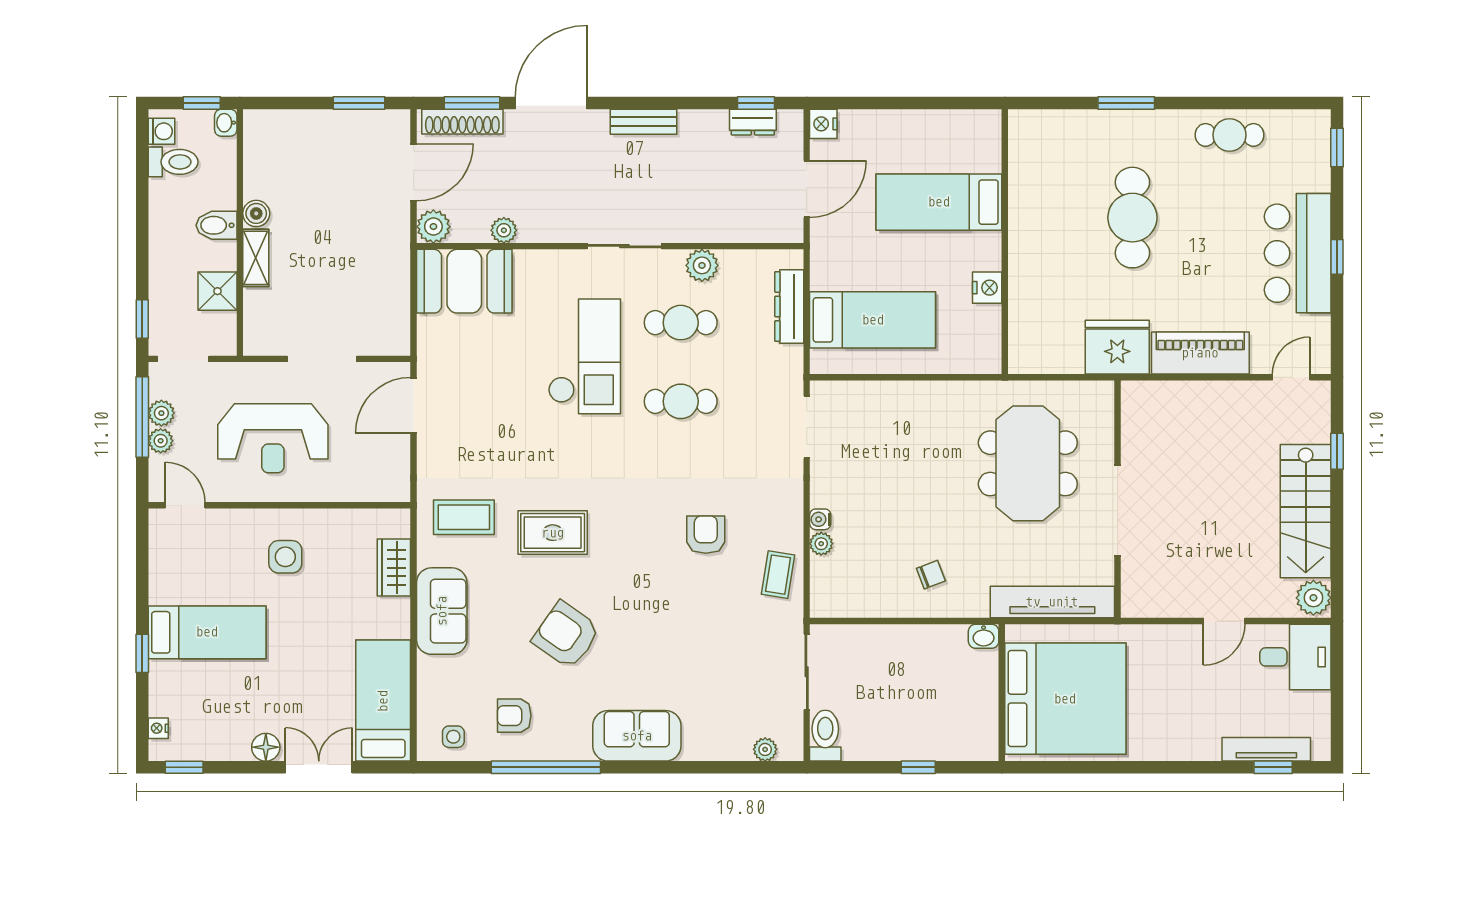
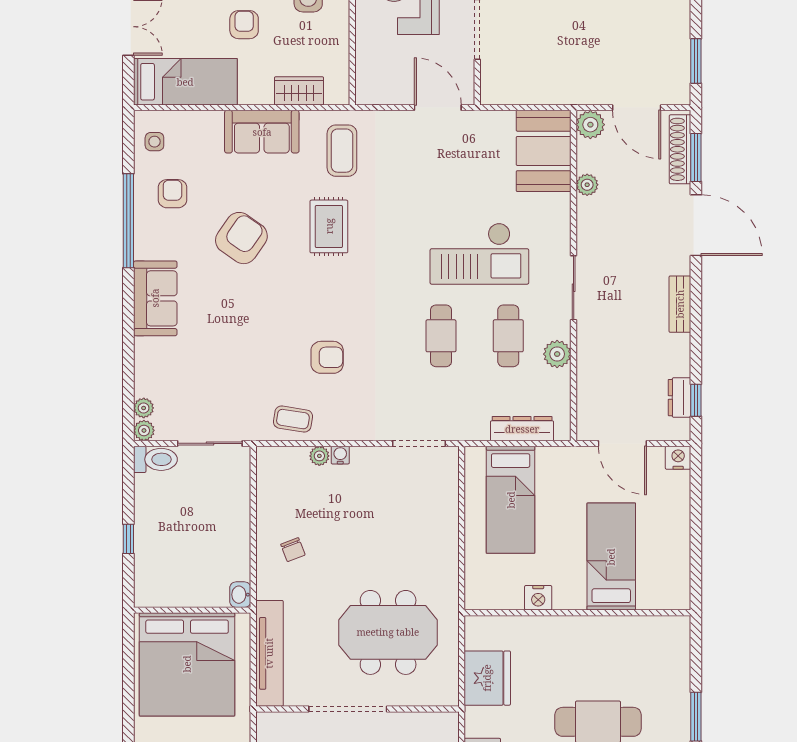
fridge: (1117, 347) -> (487, 678), moved
armchair: (316, 632) -> (244, 25), added
plant: (791, 749) -> (144, 430), added

